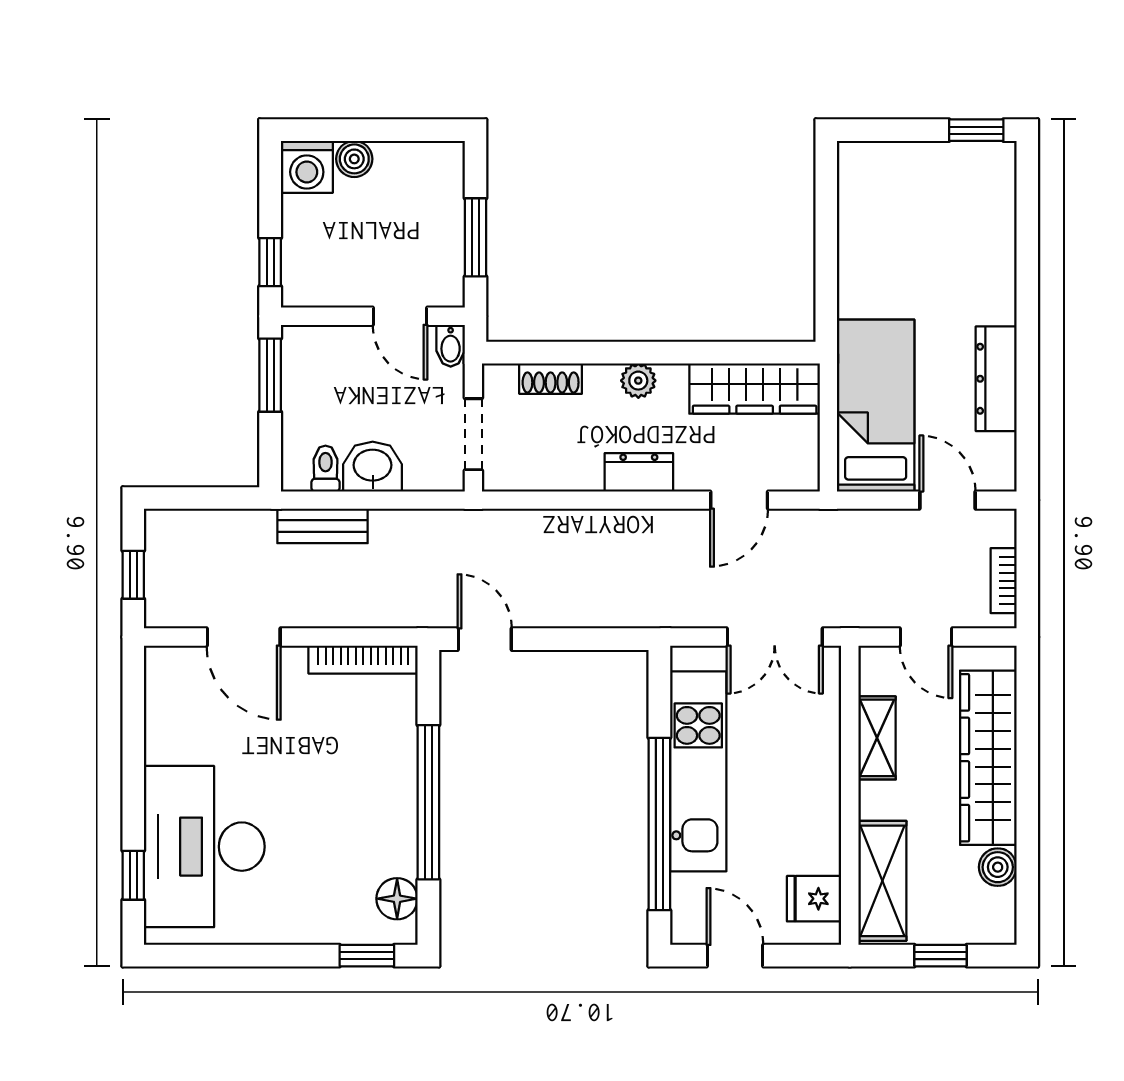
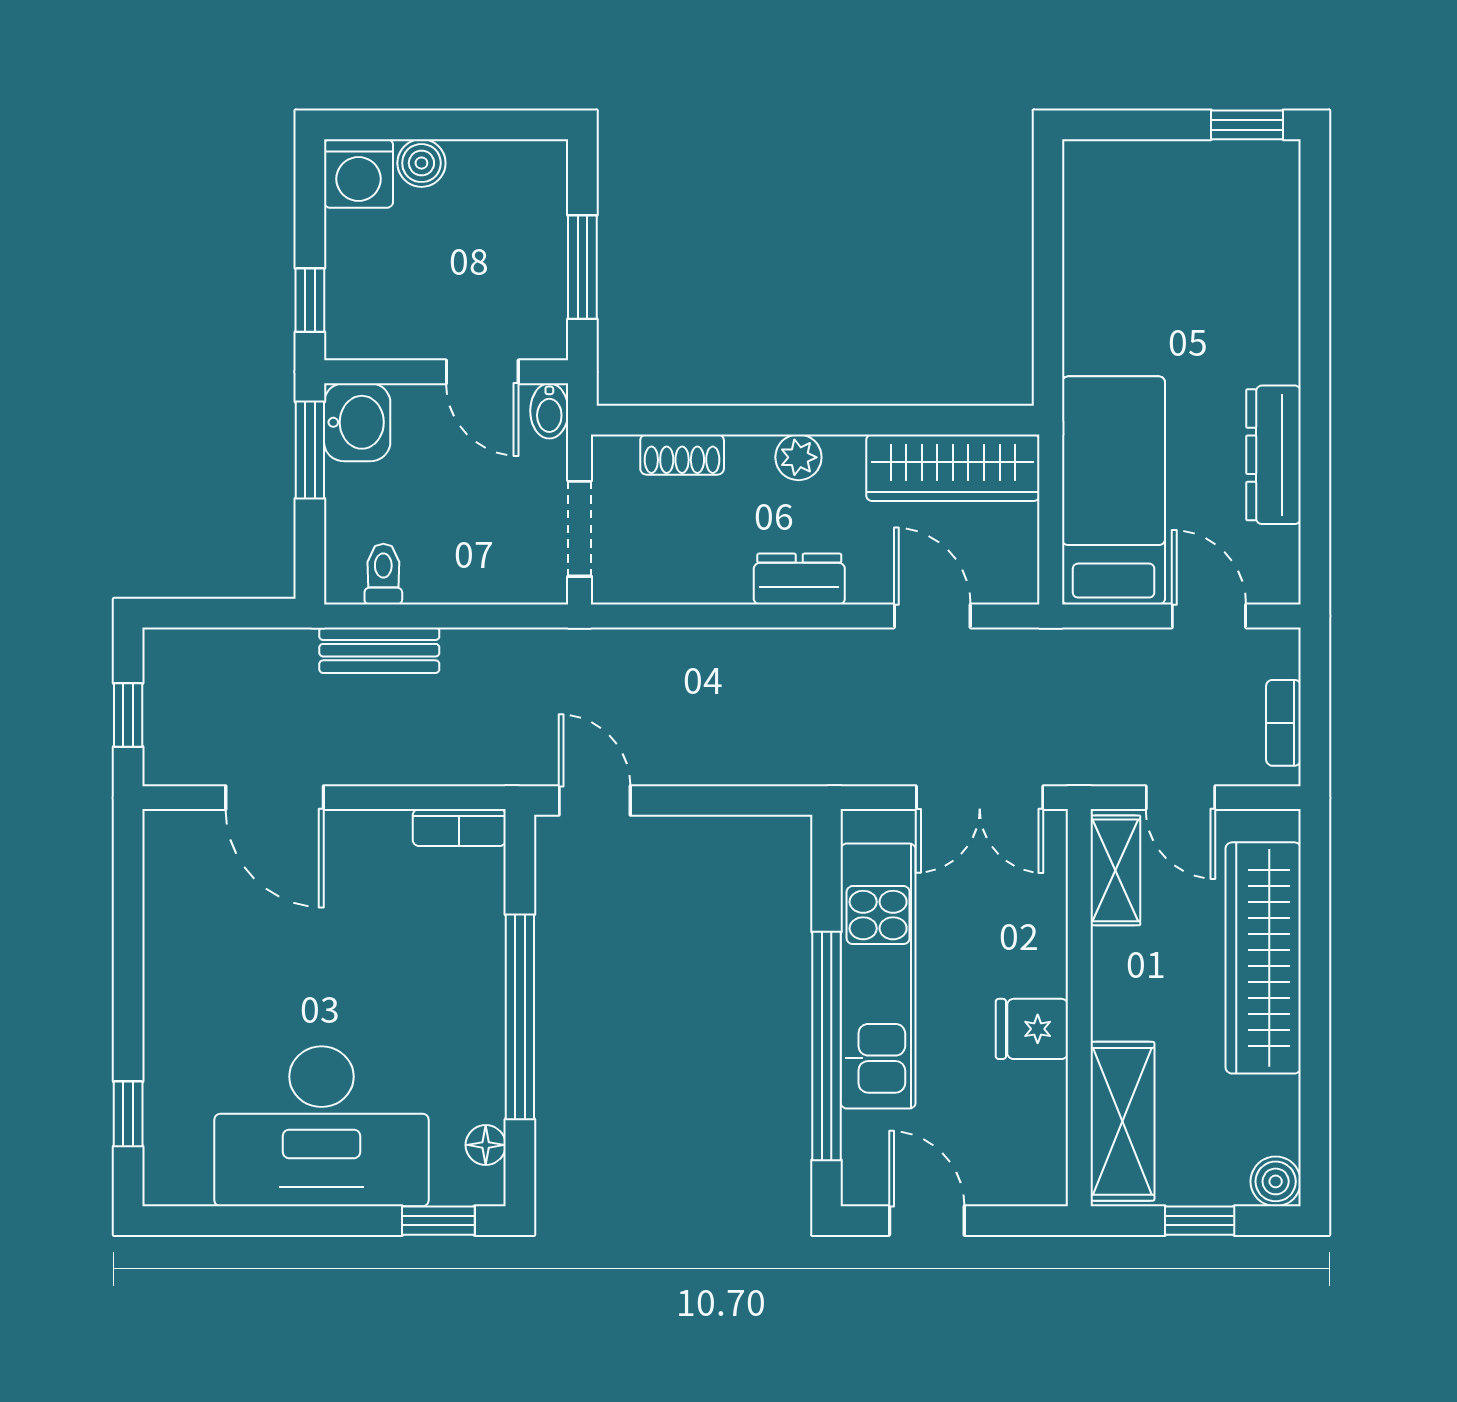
washbasin: (373, 467) -> (357, 422), moved, turned 90
door: (739, 500) -> (932, 616), swing flipped
bookcase: (363, 660) -> (459, 828), width x0.64
shelving: (877, 738) -> (1115, 870), moved
desk: (204, 847) -> (322, 1126), moved, turned -90
boiler: (998, 867) -> (1276, 1181), moved
floor lamp: (397, 899) -> (486, 1145), width x0.73, depth x0.73
fridge: (814, 899) -> (1032, 1029), moved

